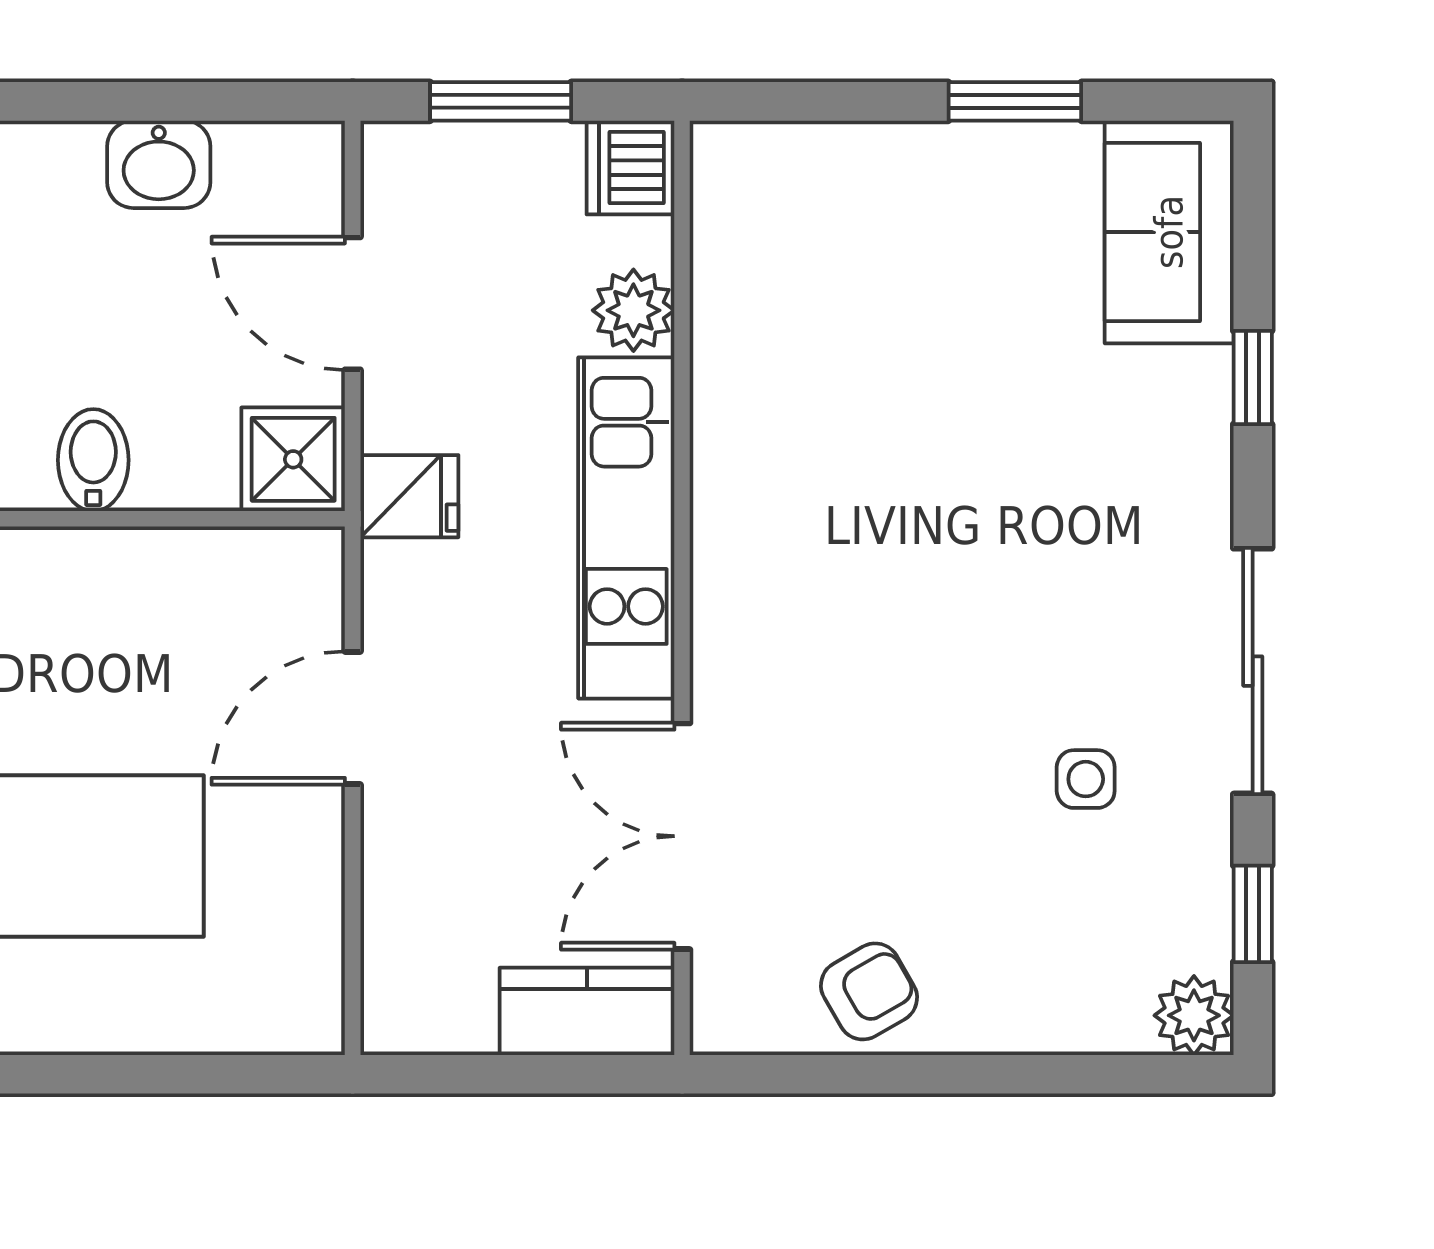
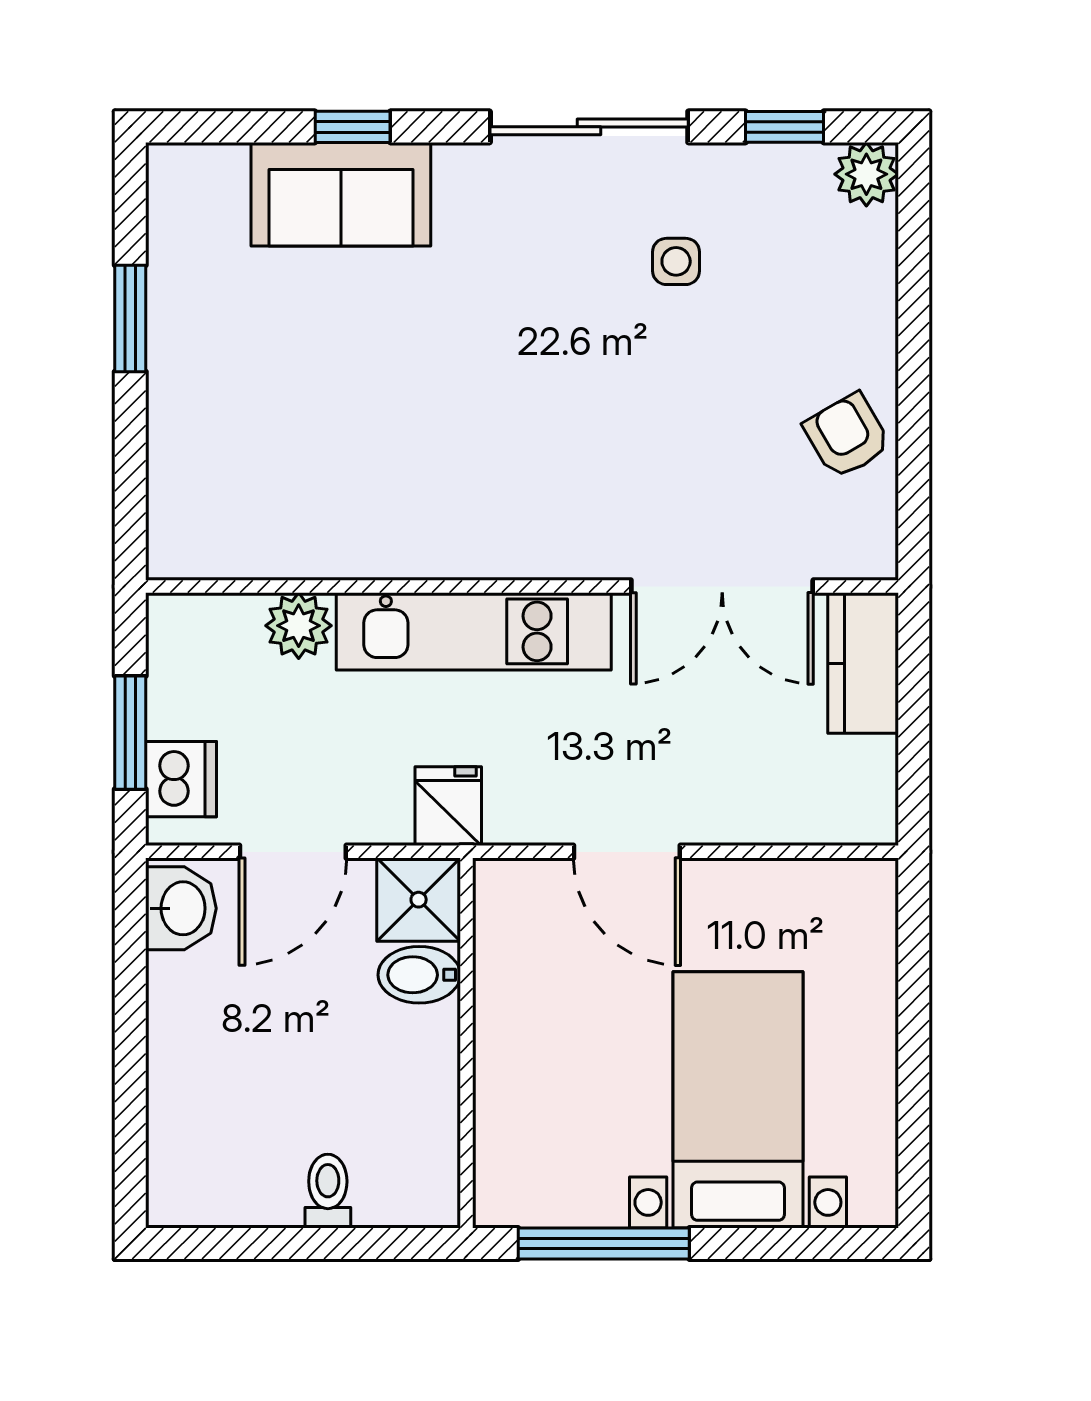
washbasin: (159, 164) -> (181, 908), moved
dishwasher: (630, 167) -> (181, 779), moved, turned -90
sofa: (1169, 232) -> (341, 194), moved
bidet: (93, 460) -> (419, 975), moved

